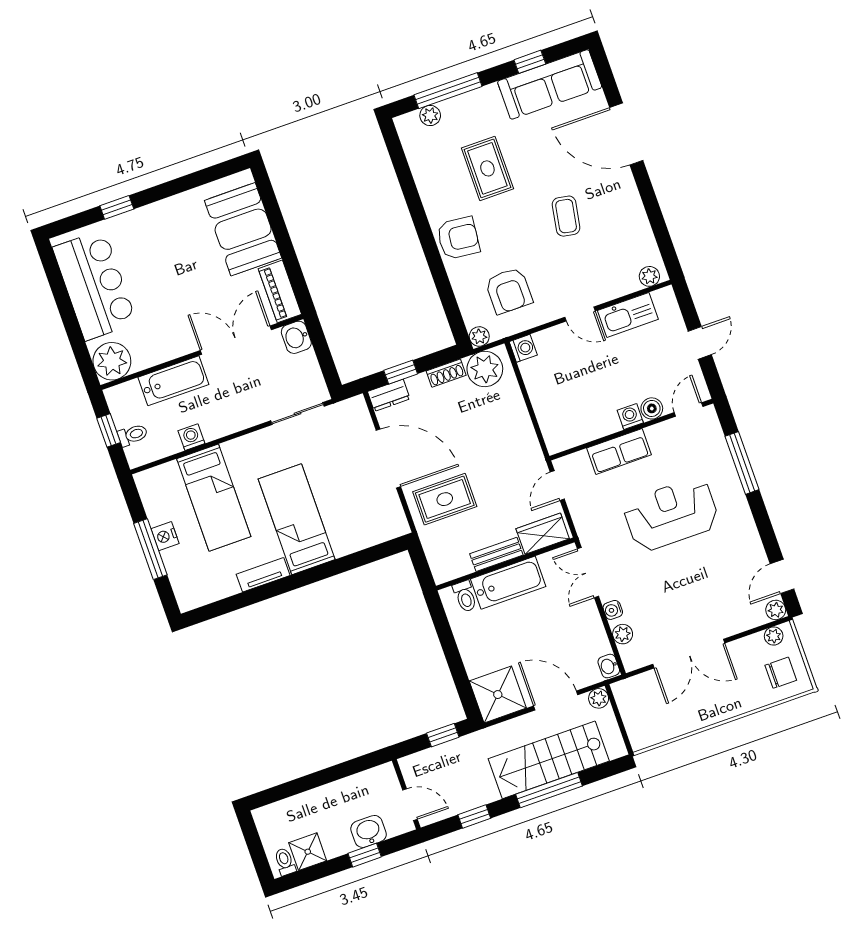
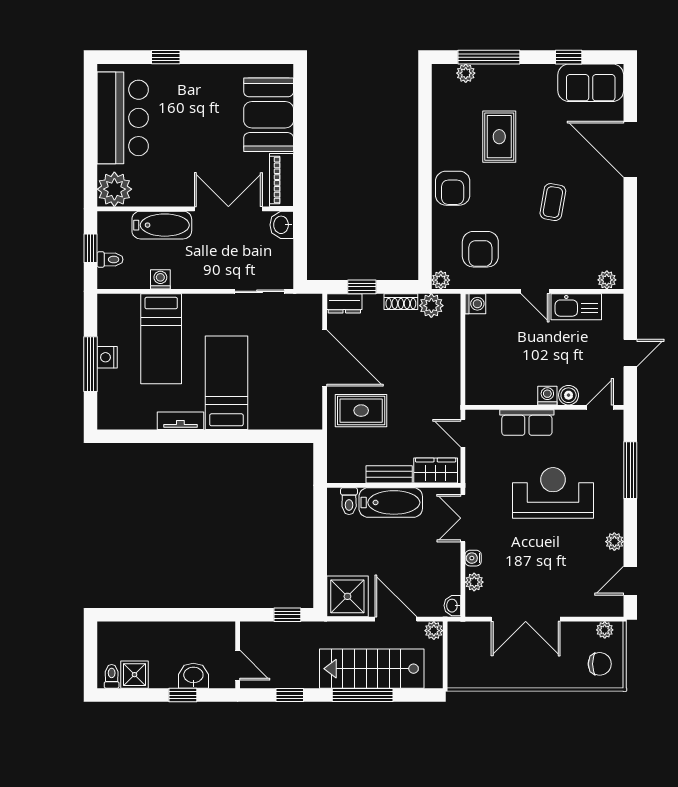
sofa: (550, 84) -> (591, 83), width x0.73
armchair: (458, 238) -> (453, 188), turned 84
plant: (485, 369) -> (431, 306), width x0.73, depth x0.73
door: (557, 486) -> (463, 433), hinge flipped
plant: (776, 610) -> (614, 542), moved

